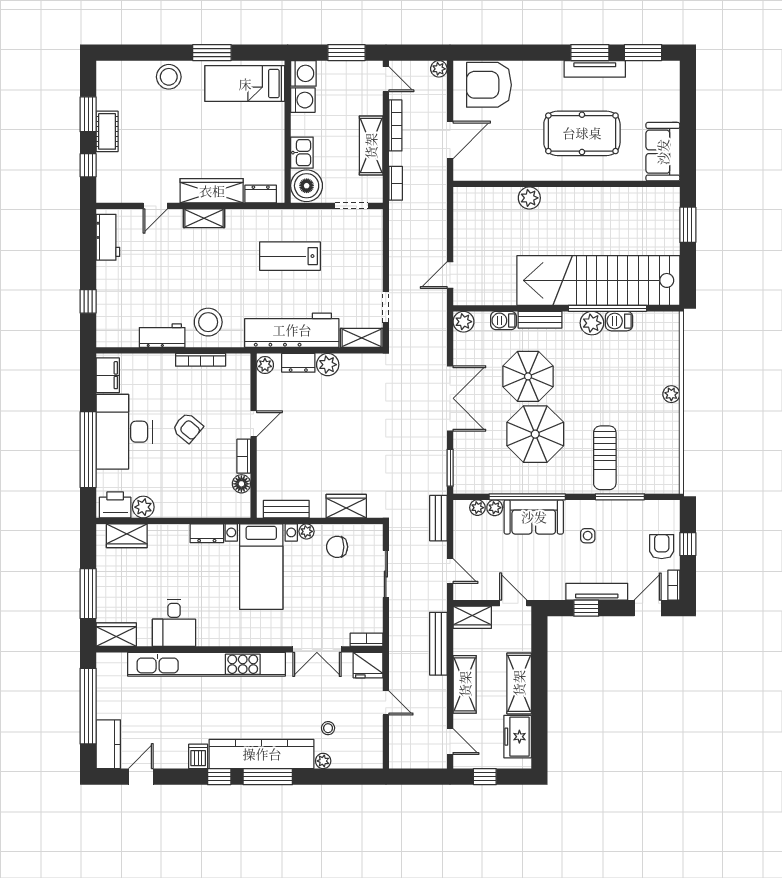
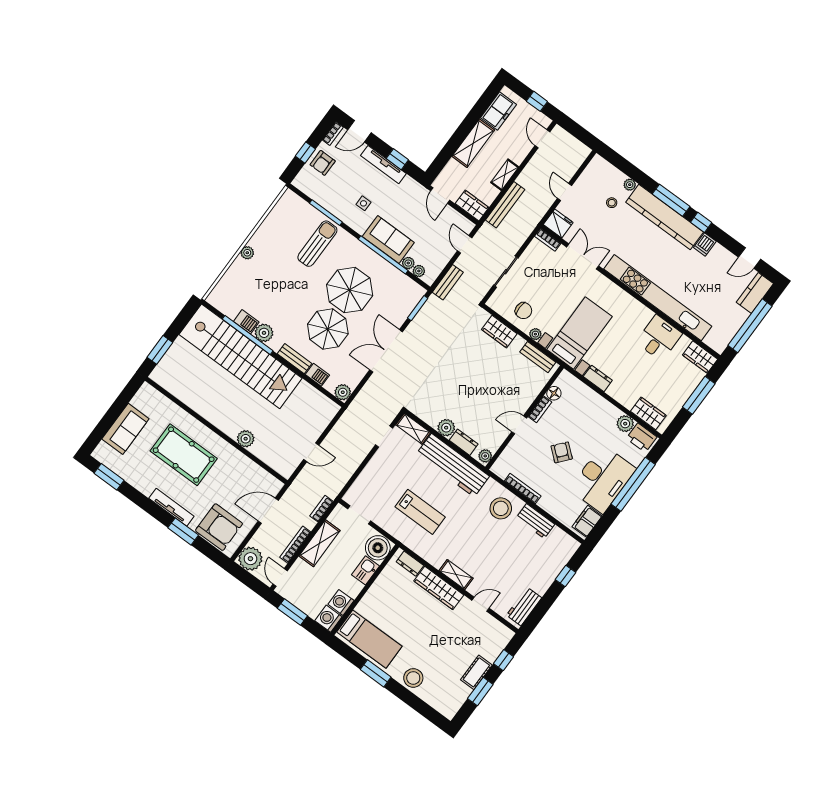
window: (590, 53) -> (183, 531), moved
plant: (439, 69) -> (250, 559), width x1.87, depth x1.87
tv unit: (595, 69) -> (171, 507), moved
sofa: (663, 152) -> (125, 429), moved
door: (450, 275) -> (311, 452), moved
shelving: (465, 684) -> (505, 175), width x0.67, depth x0.75

